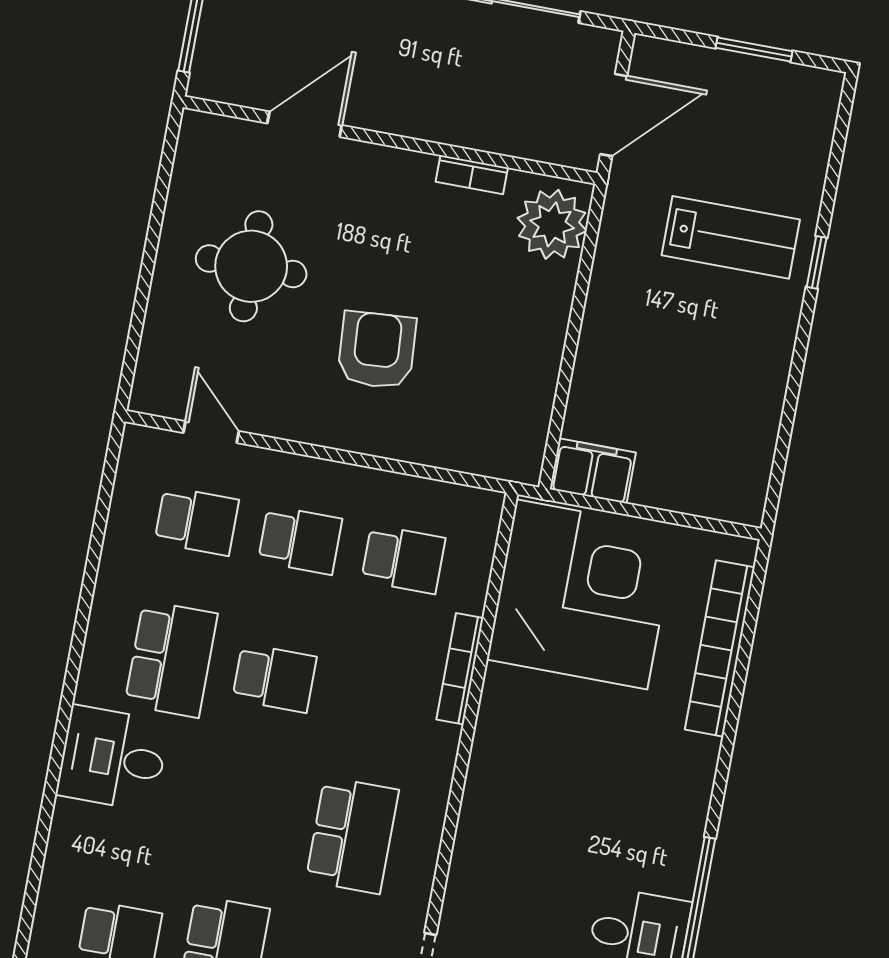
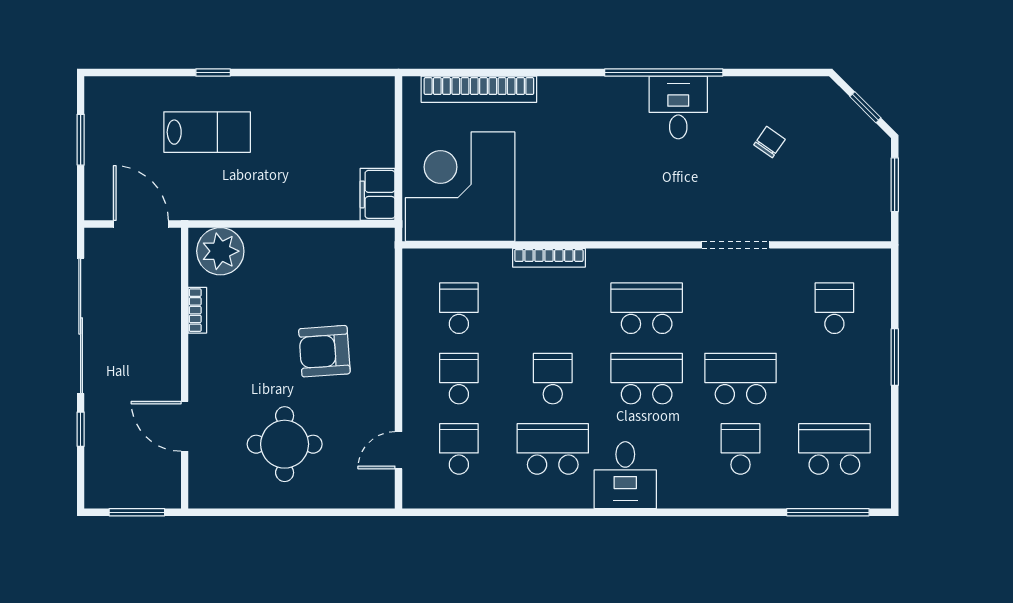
lab bench: (731, 237) -> (207, 132), turned 90
bookcase: (460, 669) -> (549, 258), moved
school desk: (249, 816) -> (647, 379), added

